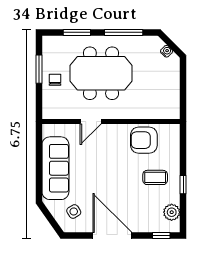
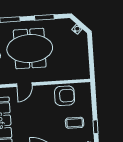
window: (124, 32) -> (44, 17), width x0.69
armchair: (144, 140) -> (65, 96), turned 180

